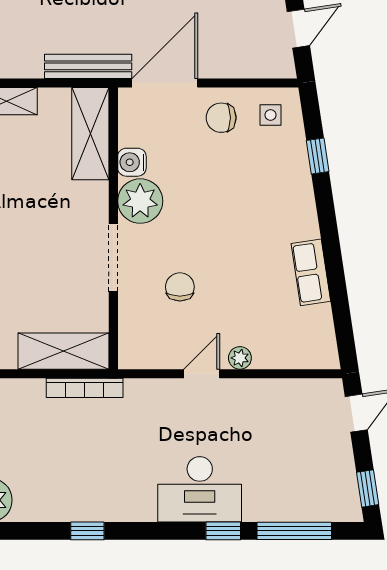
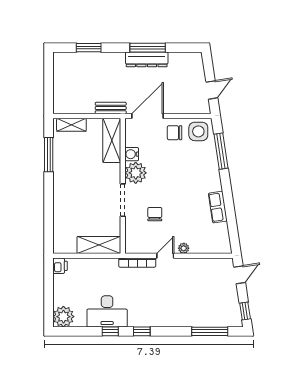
bench: (88, 66) -> (111, 108), width x0.73
side table: (271, 115) -> (198, 131), width x1.87, depth x1.87
window: (318, 156) -> (221, 151), width x2.17
bookcase: (85, 388) -> (137, 263), moved
desk: (200, 489) -> (107, 311), moved
window: (223, 531) -> (142, 331), moved

